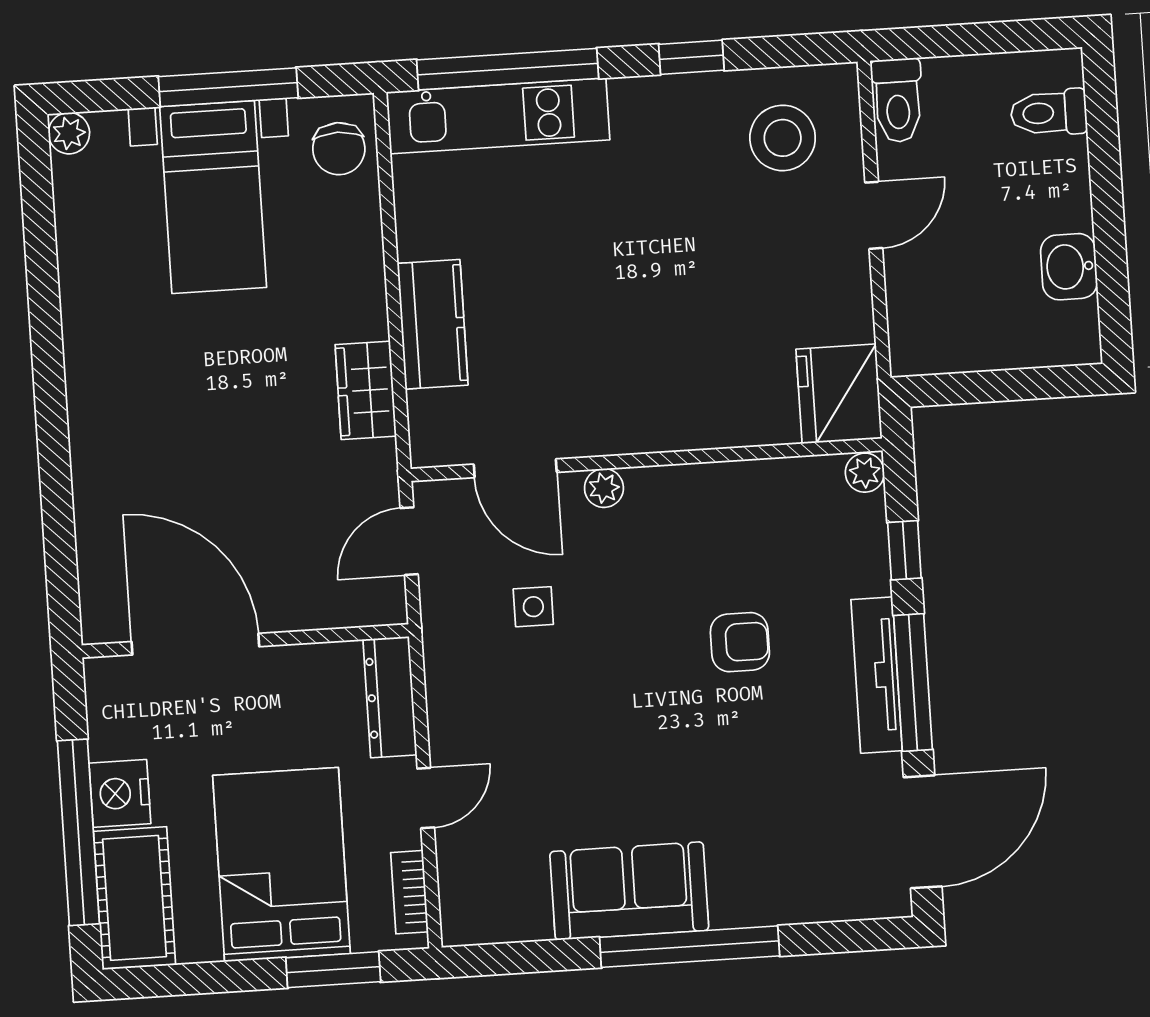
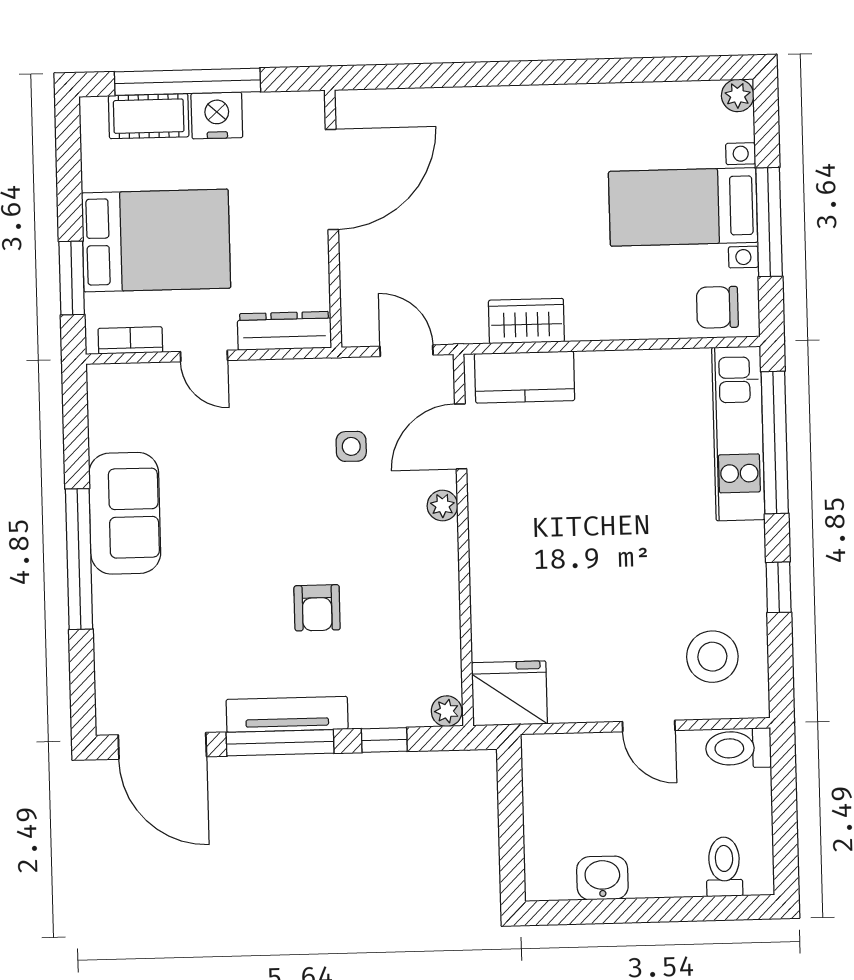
kitchen counter: (433, 324) -> (525, 377), moved
cot: (134, 898) -> (149, 116), width x0.73, depth x0.75

